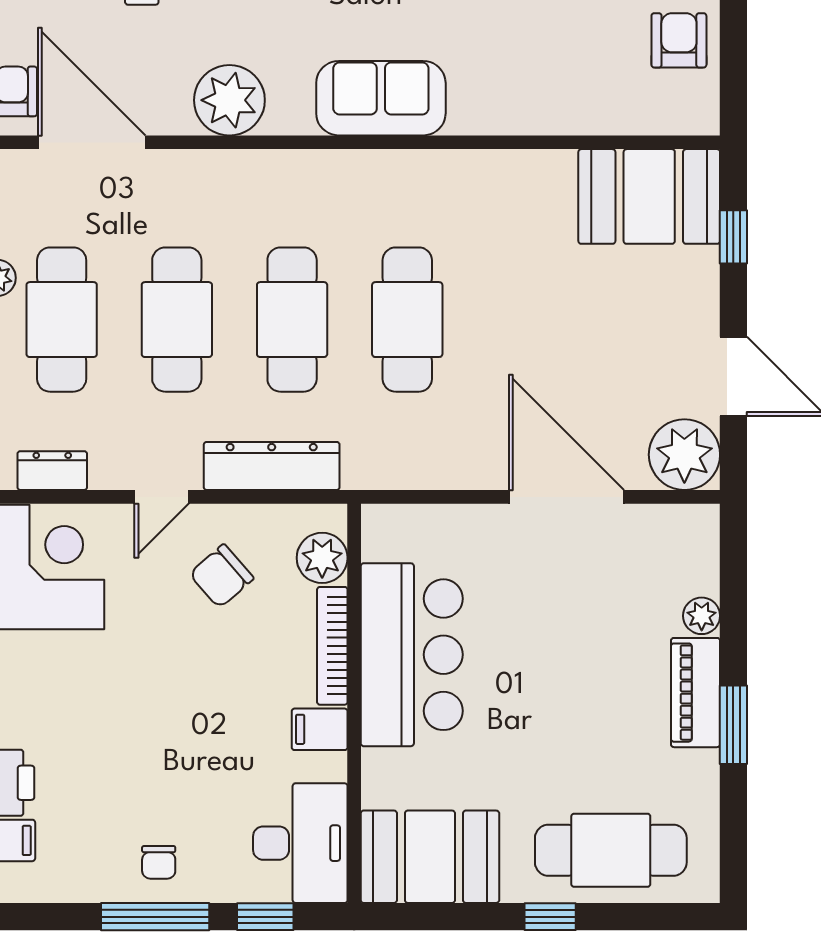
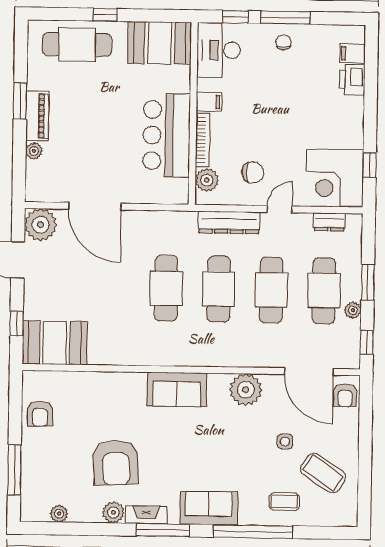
chair: (221, 576) -> (253, 173), turned 41

